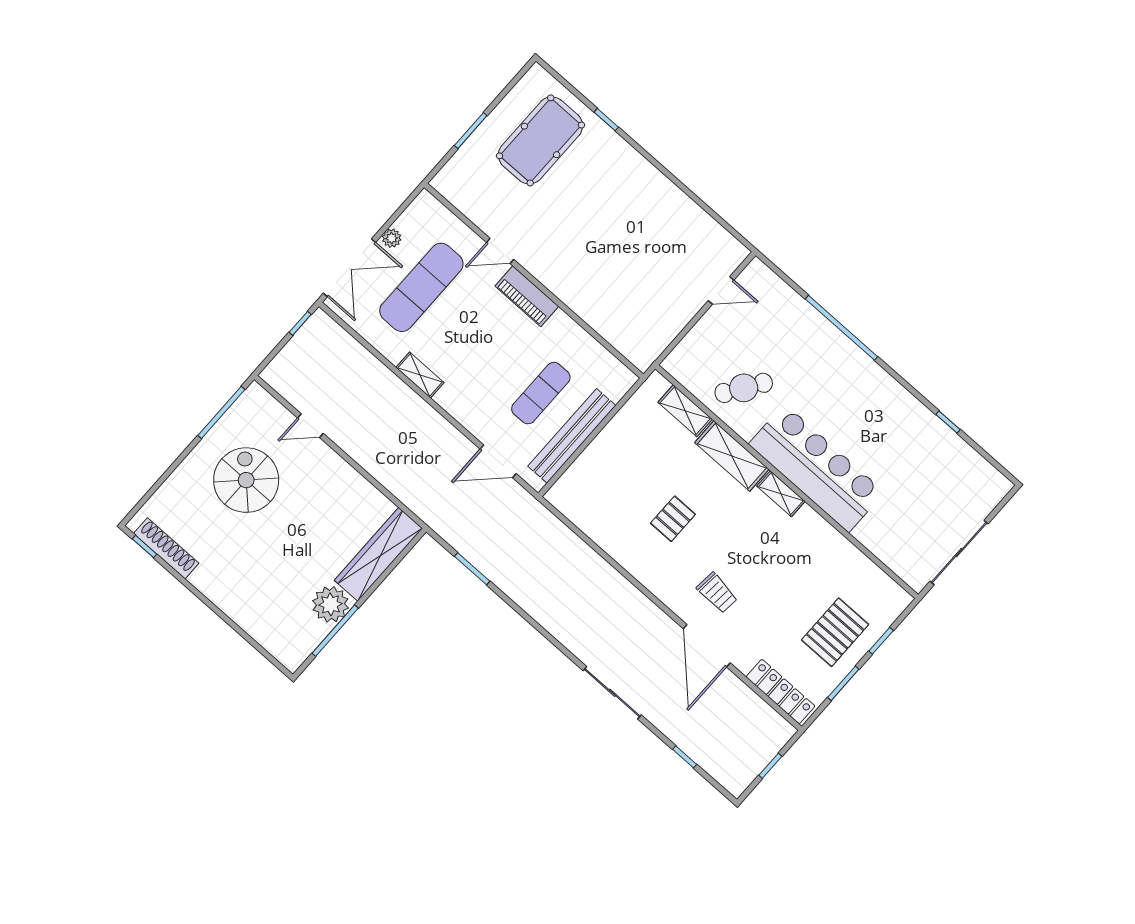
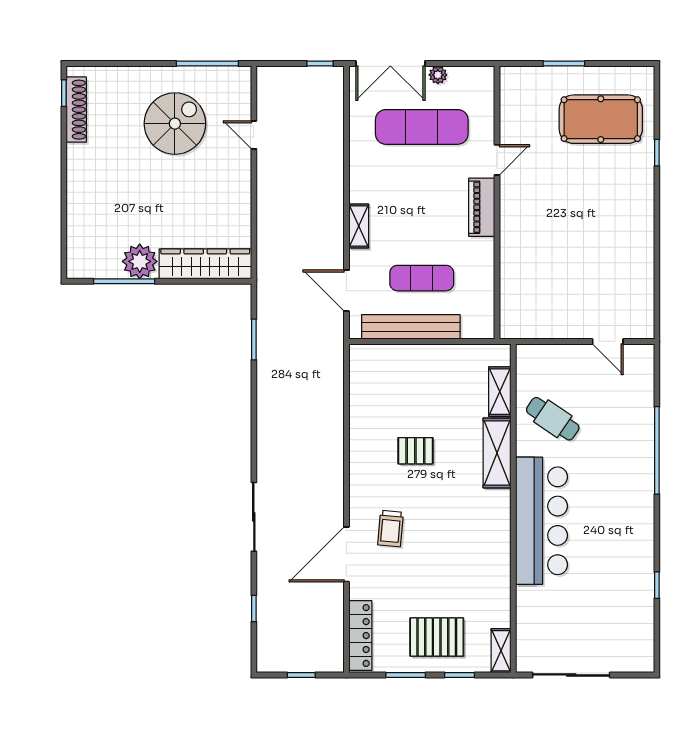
door: (500, 251) -> (497, 160), swing flipped
shelving: (420, 375) -> (359, 226), moved
shelving: (781, 494) -> (501, 651), moved

